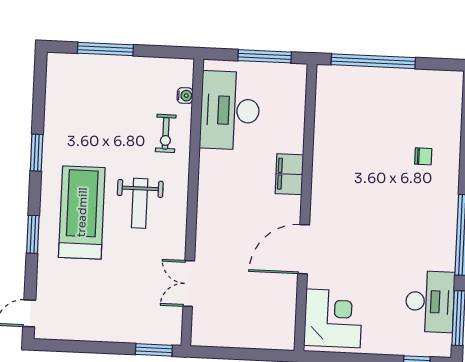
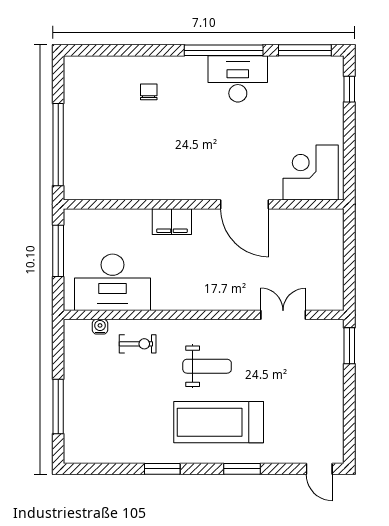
double door: (189, 284) -> (283, 315), swing flipped
desk: (430, 302) -> (238, 79), moved

